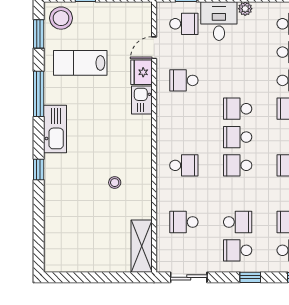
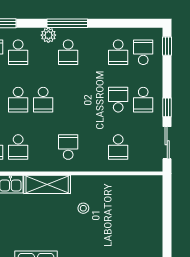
school desk: (238, 165) -> (18, 147), moved
shelving: (142, 246) -> (47, 184), moved
window: (250, 277) -> (167, 107), moved

